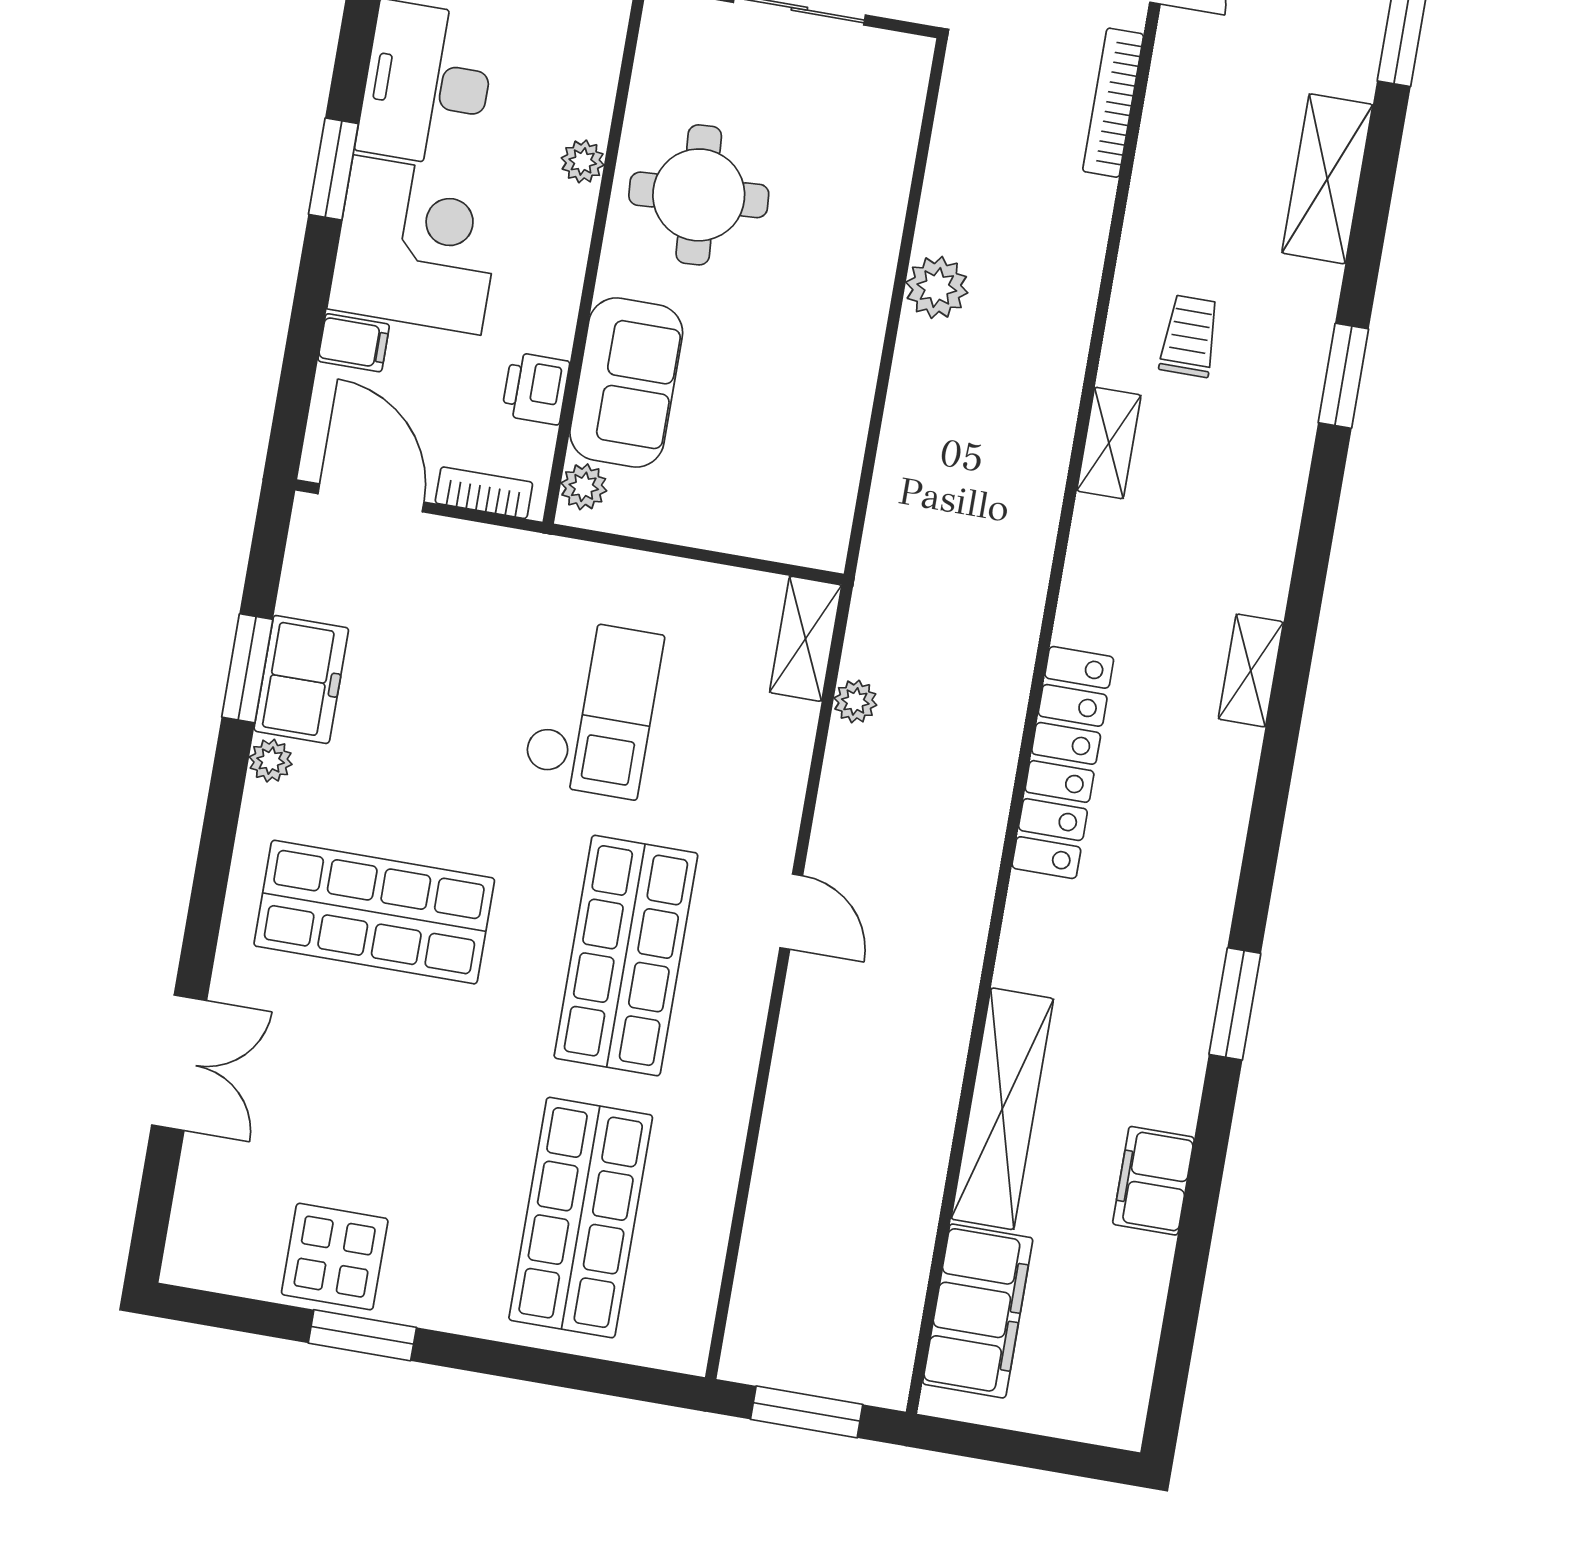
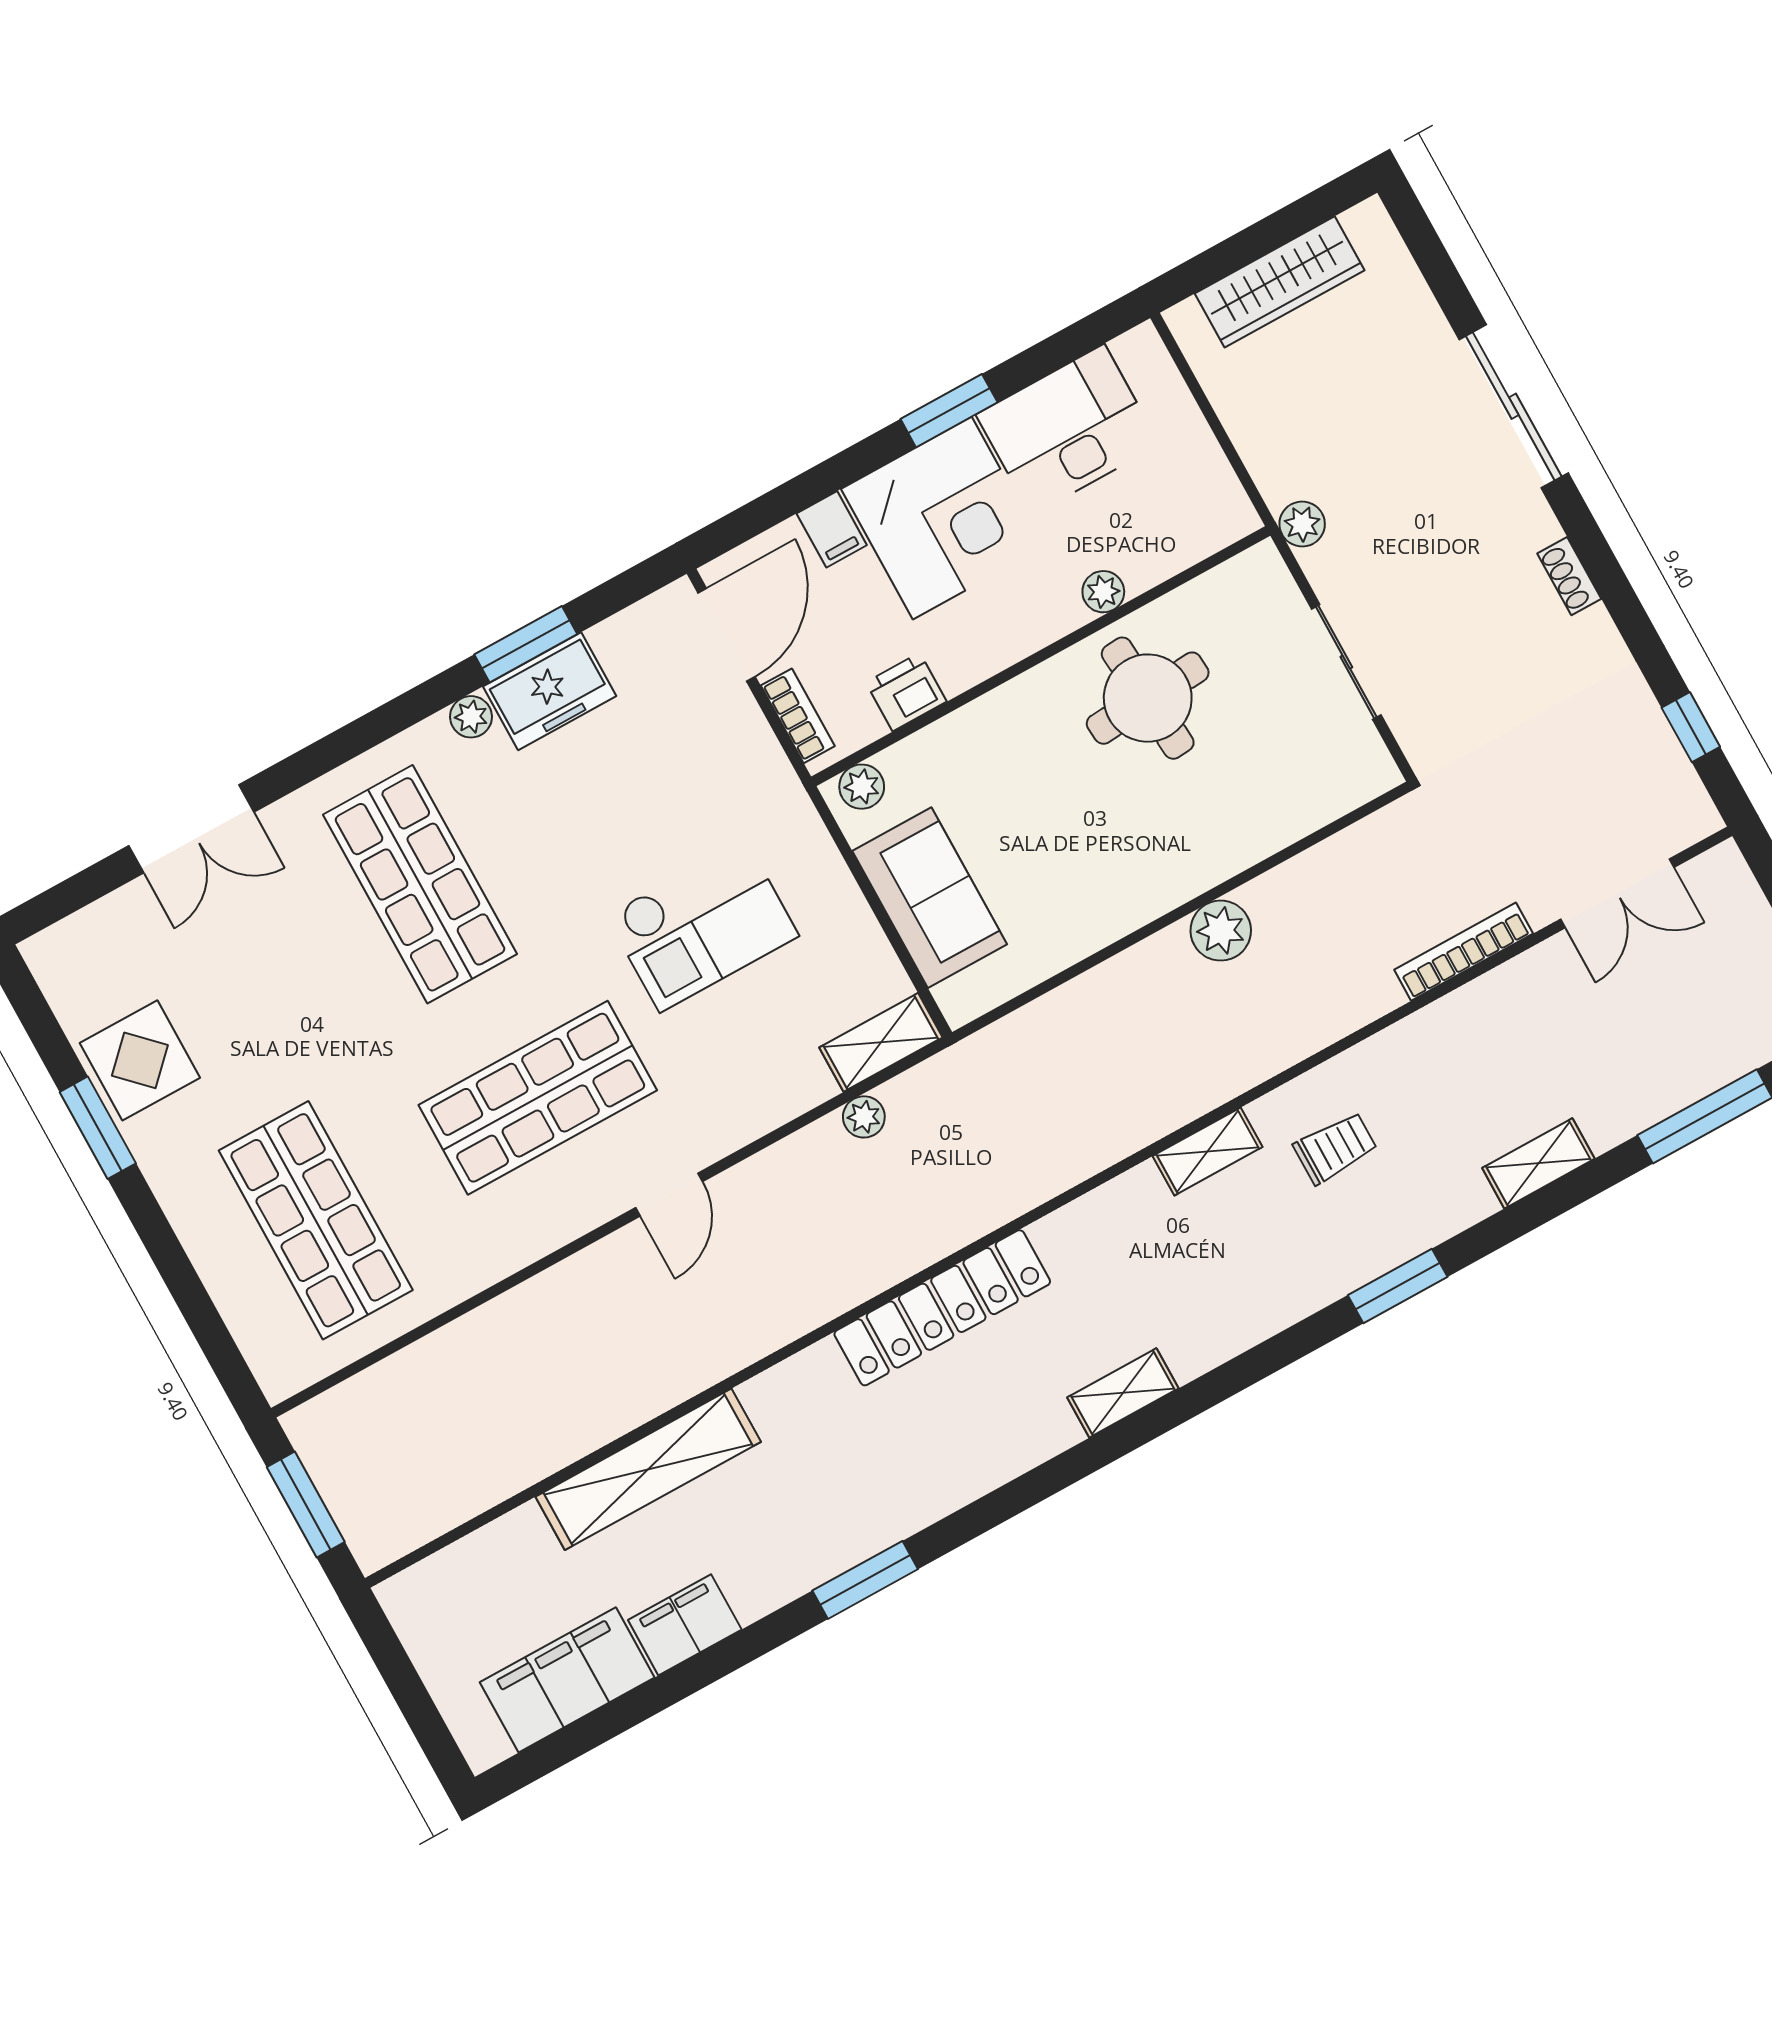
shelving: (1327, 179) -> (1538, 1163), width x0.67, depth x0.75
sofa: (626, 383) -> (930, 898), moved, turned -90
shop shelf: (581, 1218) -> (316, 1220), turned 90
filing cabinet: (978, 1311) -> (567, 1680), moved, turned 180

